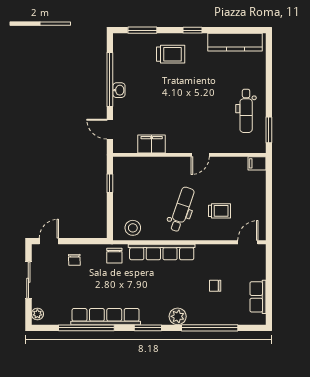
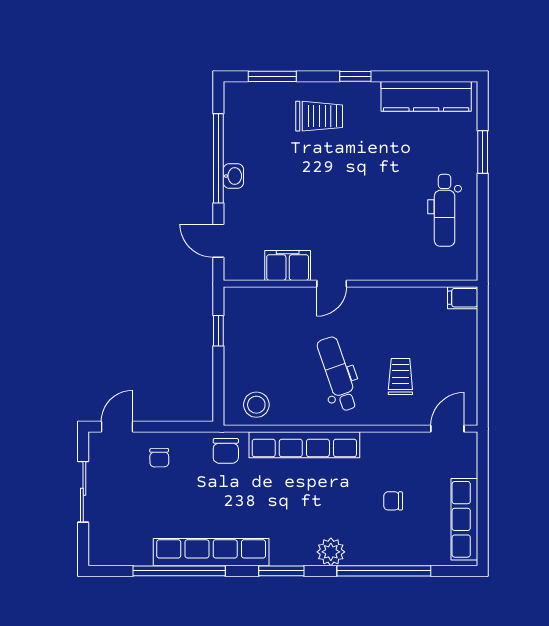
window: (269, 130) -> (483, 152), moved
door: (200, 155) -> (332, 284), moved
dental chair: (182, 209) -> (338, 374), turned -38
trolley: (220, 211) -> (400, 377), turned -90
row of seats: (258, 297) -> (464, 519), width x1.48
plant: (37, 314) -> (98, 548), removed

